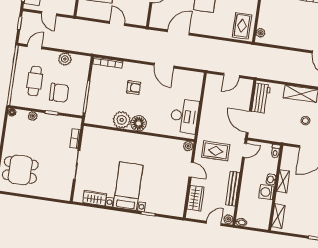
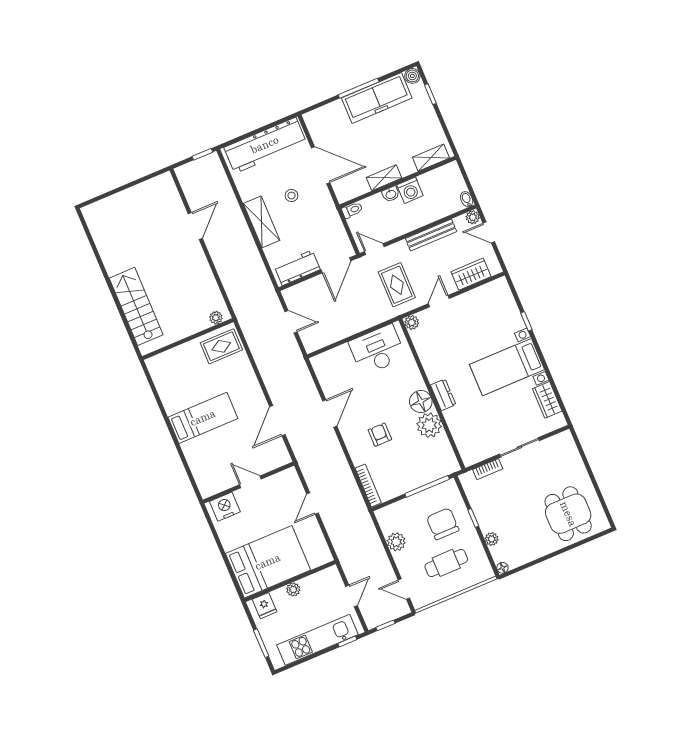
door: (178, 32) -> (277, 421), hinge flipped
dresser: (135, 139) -> (443, 395), added

